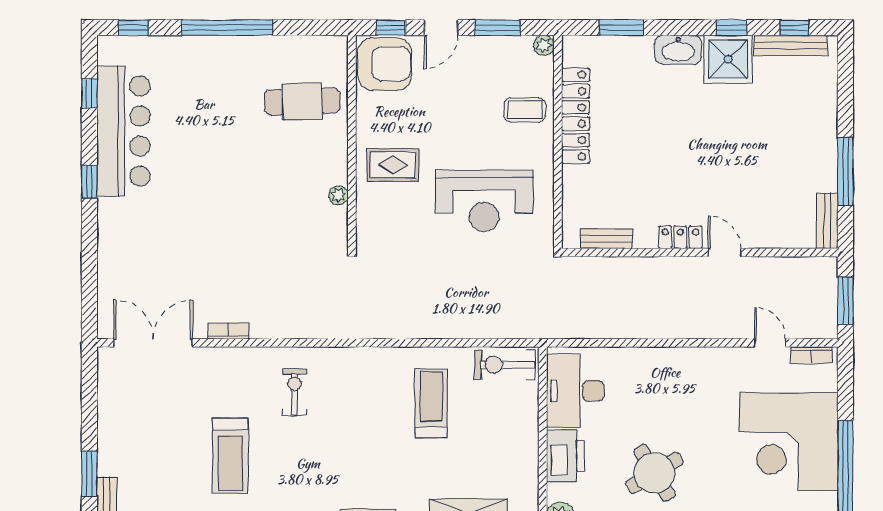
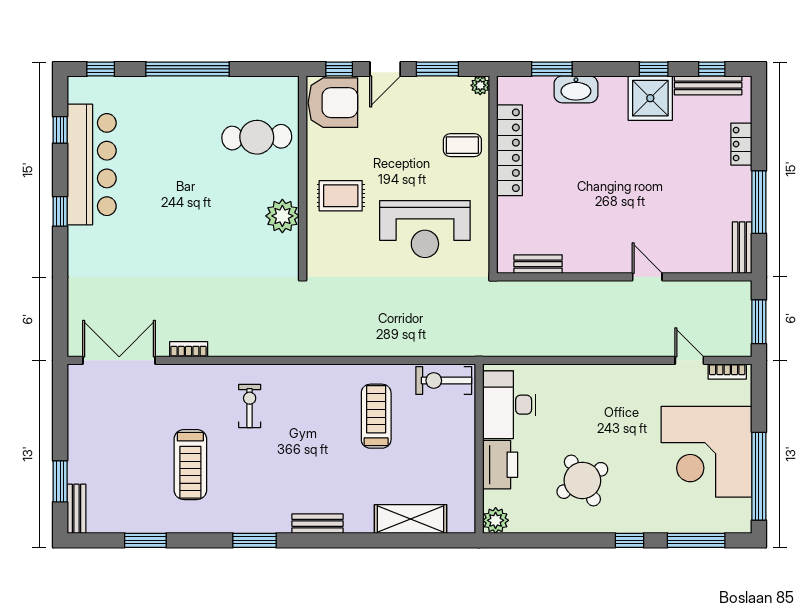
washbasin: (678, 50) -> (576, 89), moved
plant: (338, 195) -> (282, 216), width x1.87, depth x1.87
locker: (680, 237) -> (741, 144), moved, turned -90

